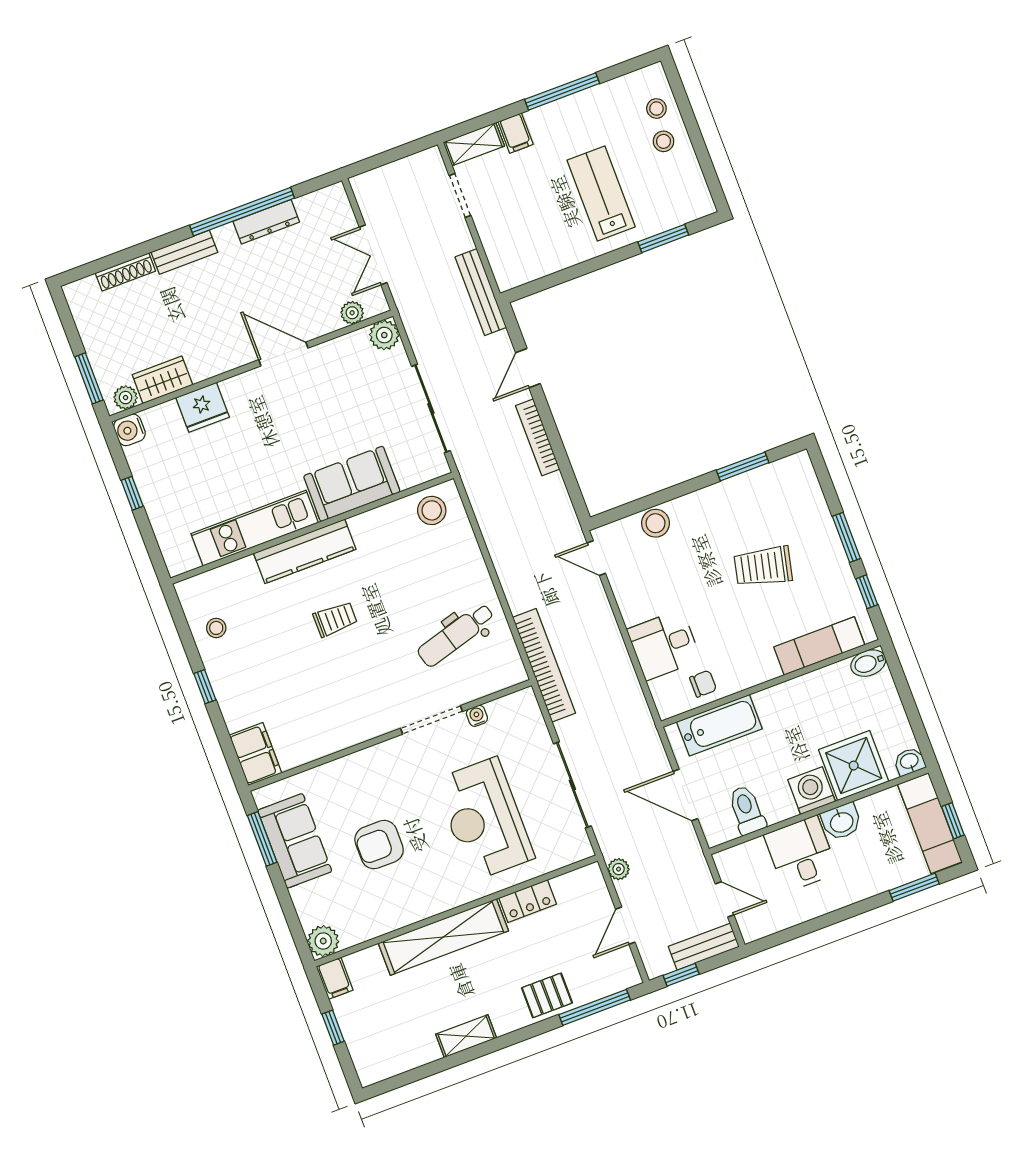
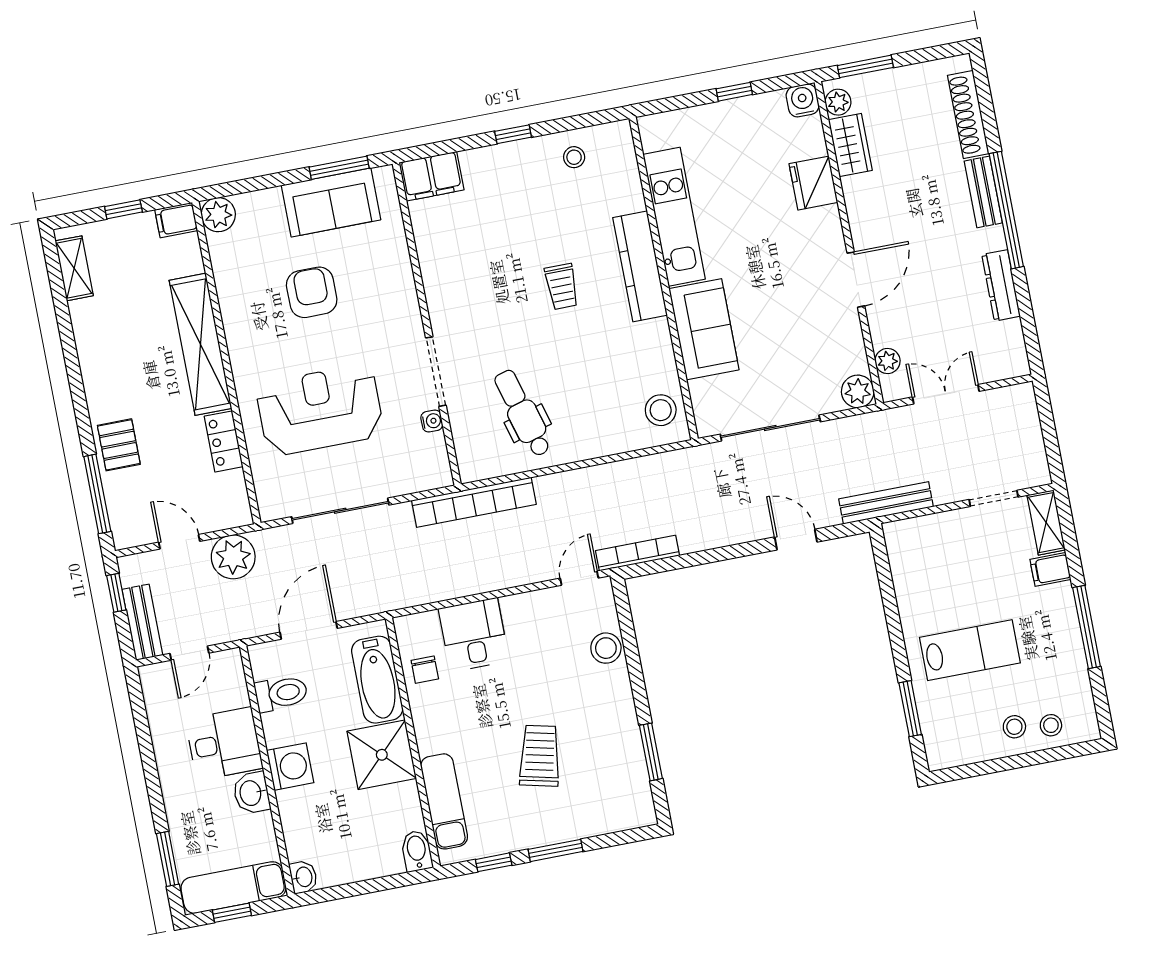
window: (242, 212) -> (1006, 210), moved
shoe rack: (125, 272) -> (968, 115), width x1.36, depth x1.24
bookcase: (538, 437) -> (637, 553), moved
shower: (854, 766) -> (382, 755), moved
plant: (619, 869) -> (233, 557), width x1.88, depth x1.88
shelving: (466, 1036) -> (74, 268), moved

